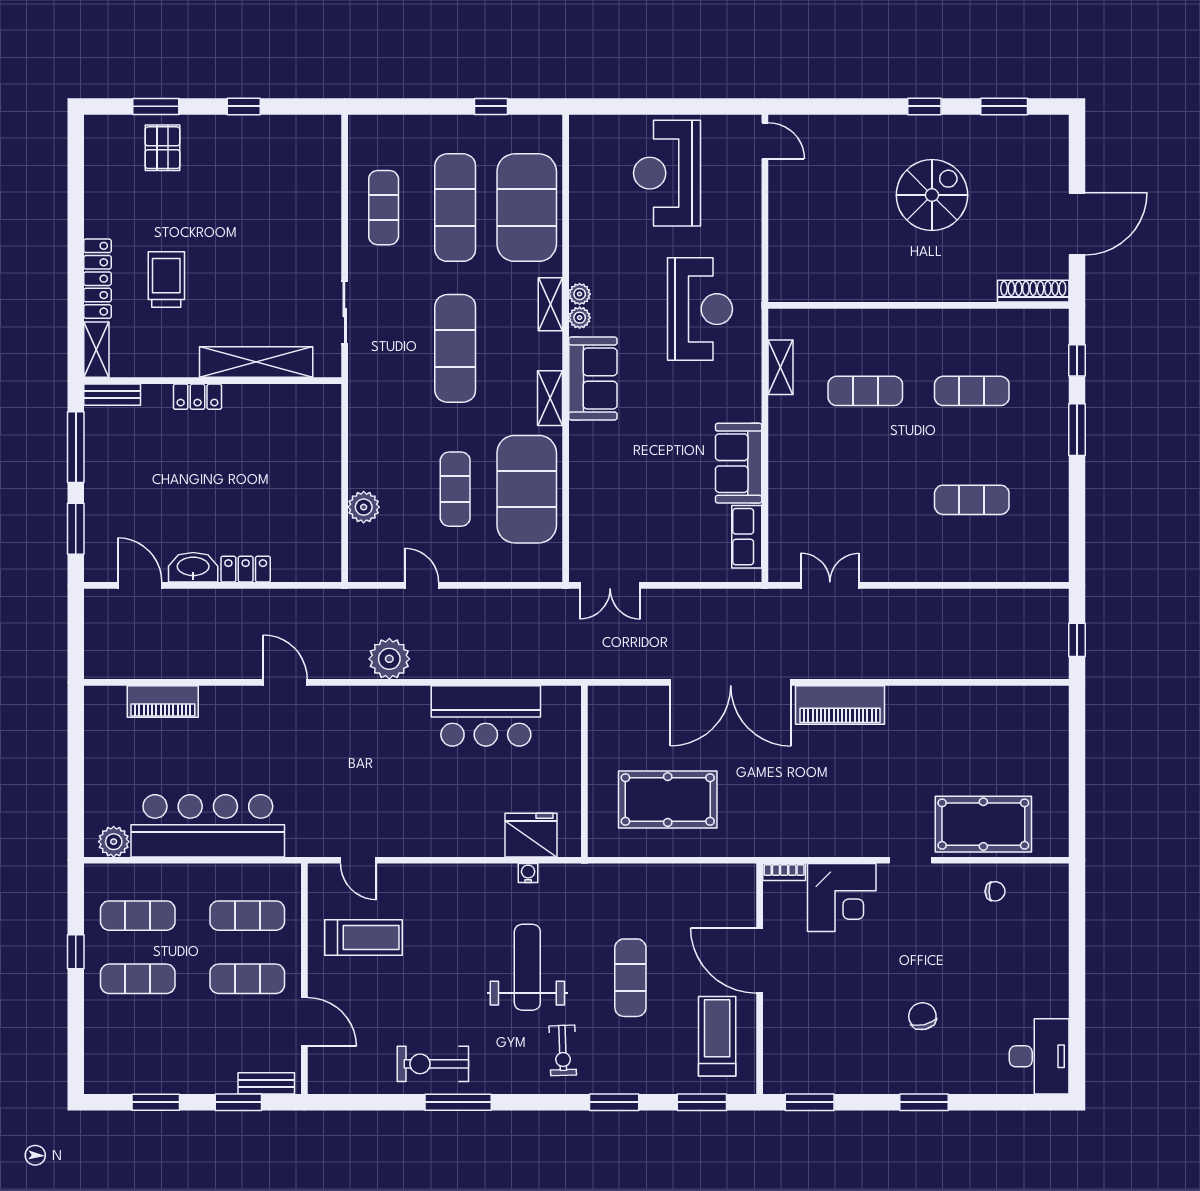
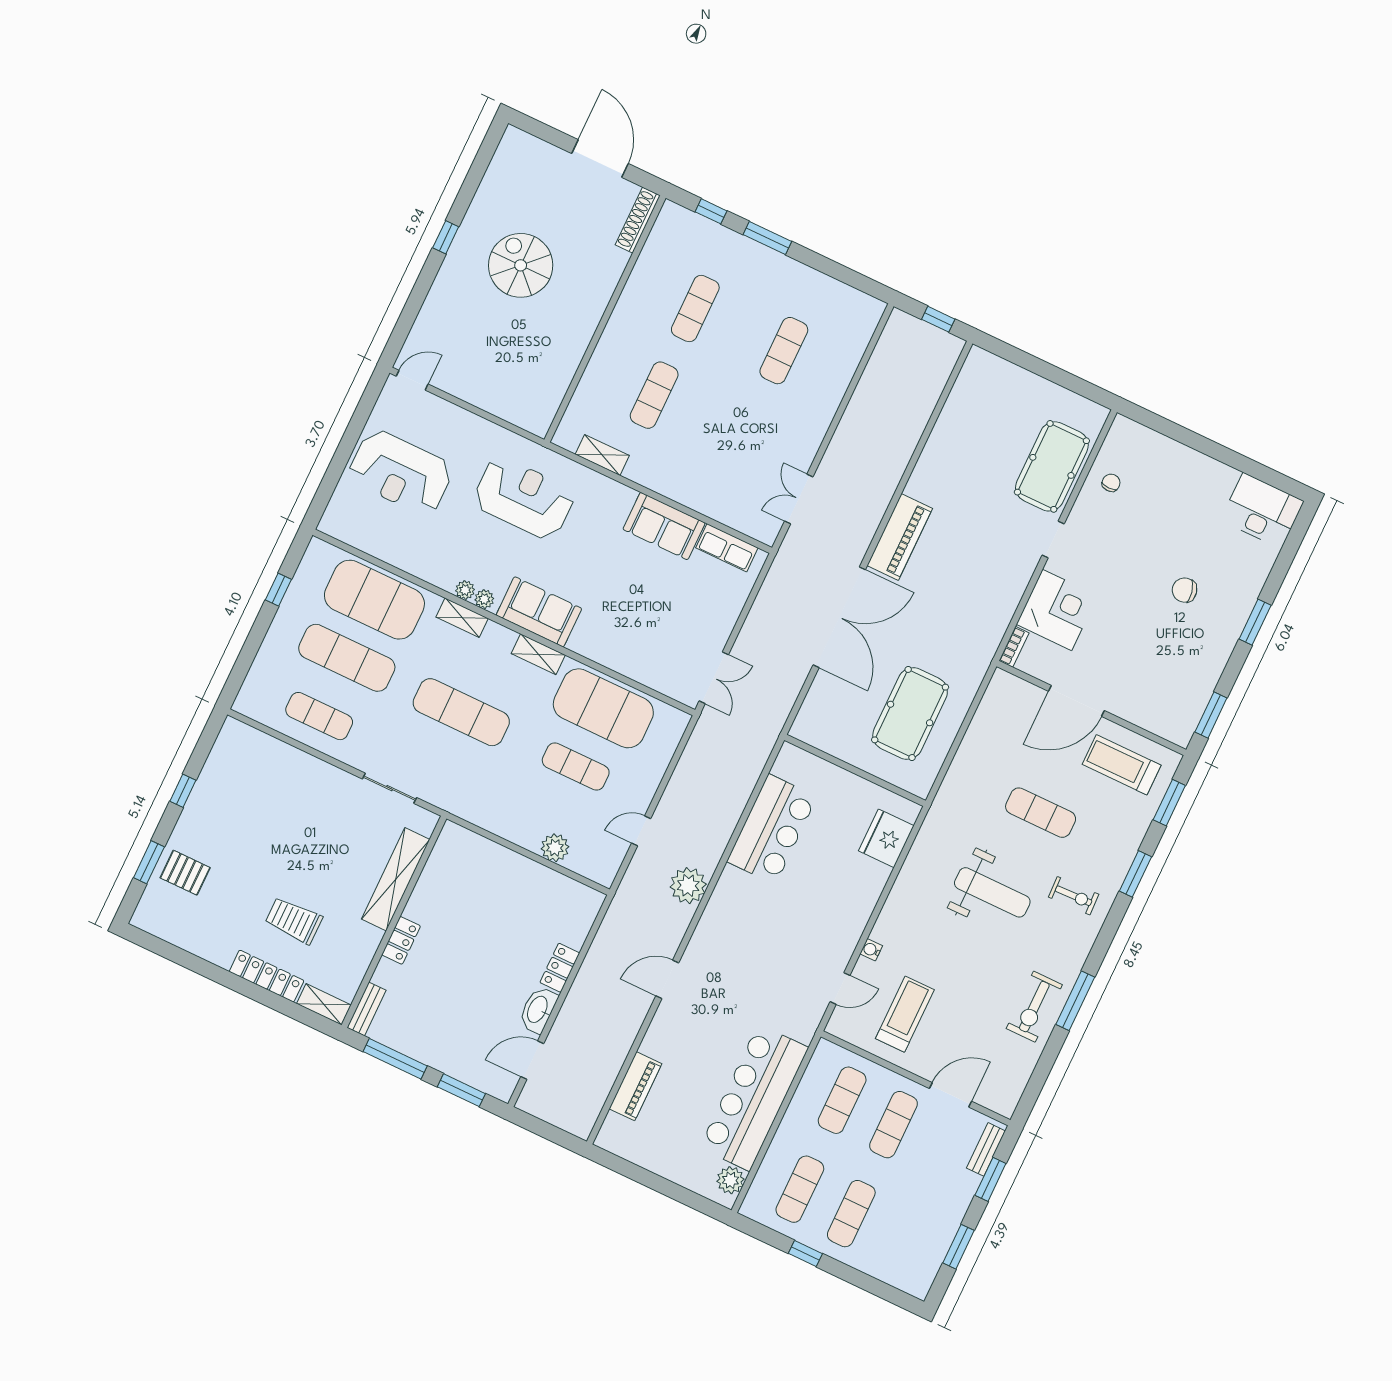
window: (1004, 106) -> (476, 172), removed
water cooler: (528, 873) -> (871, 950), moved
weight bench: (527, 967) -> (992, 892), turned 180

